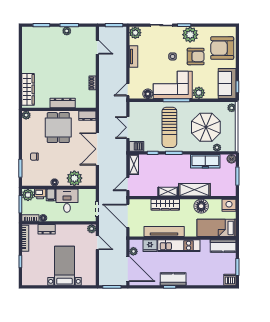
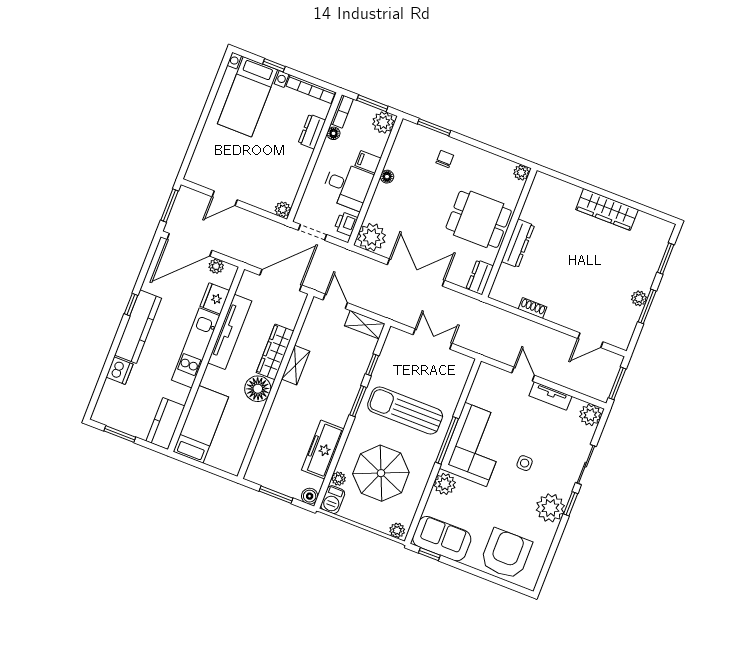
armchair: (196, 56) -> (509, 503), removed
wardrobe: (28, 89) -> (607, 210), moved
door: (128, 90) -> (523, 374), moved
floor lamp: (148, 94) -> (477, 396), removed
barbecue: (136, 146) -> (333, 500), moved
plant: (74, 178) -> (372, 237), moved
shelving: (194, 190) -> (281, 412), removed
printer: (40, 194) -> (346, 224), moved
nightstand: (229, 205) -> (232, 461), removed
floor lamp: (201, 206) -> (258, 389), moved
door: (97, 243) -> (225, 198), moved
bed with nightstands: (64, 266) -> (247, 97), moved, turned 90
kitchen counter: (173, 279) -> (138, 327), width x1.50
dishwasher: (230, 280) -> (120, 371), moved

